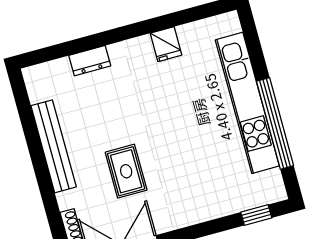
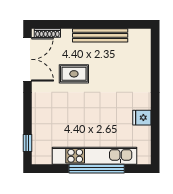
dresser: (90, 61) -> (144, 70), removed
window: (275, 123) -> (97, 169), moved

